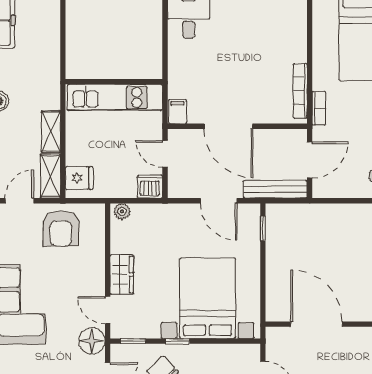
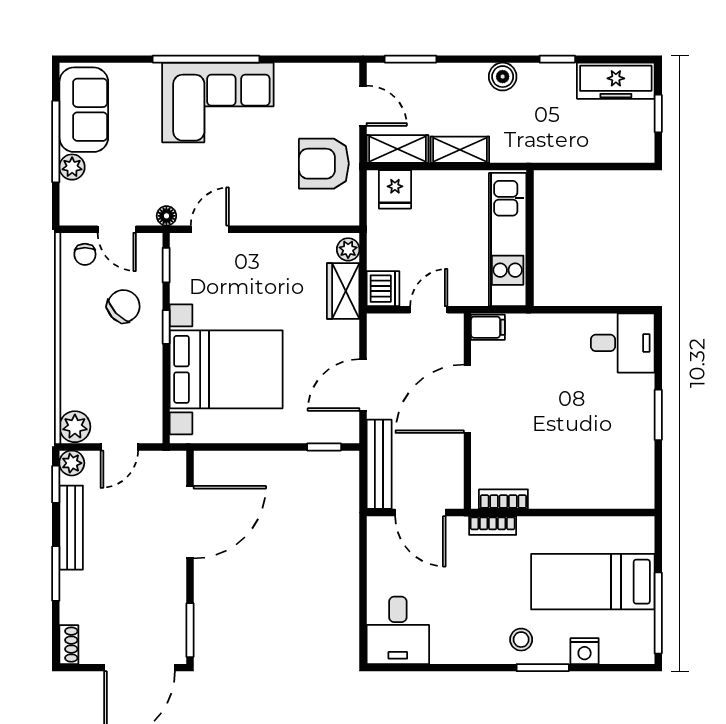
bookcase: (300, 91) -> (503, 499), width x0.64
wardrobe: (122, 275) -> (343, 291), moved, turned 90
floor lamp: (92, 341) -> (166, 216), width x0.53, depth x0.53

